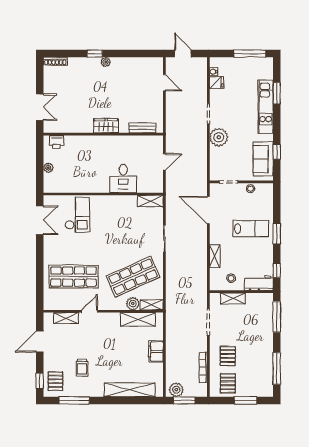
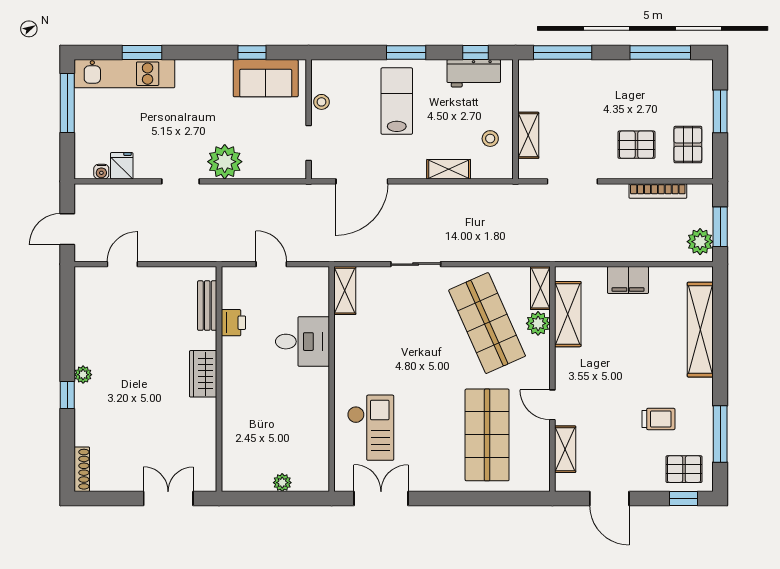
kitchen unit: (266, 107) -> (124, 74), moved
printer: (57, 142) -> (233, 323), moved
checkout: (77, 215) -> (371, 428), turned 90
workbench: (259, 283) -> (474, 73), moved, turned -90
pallet: (228, 383) -> (688, 145), turned 90

